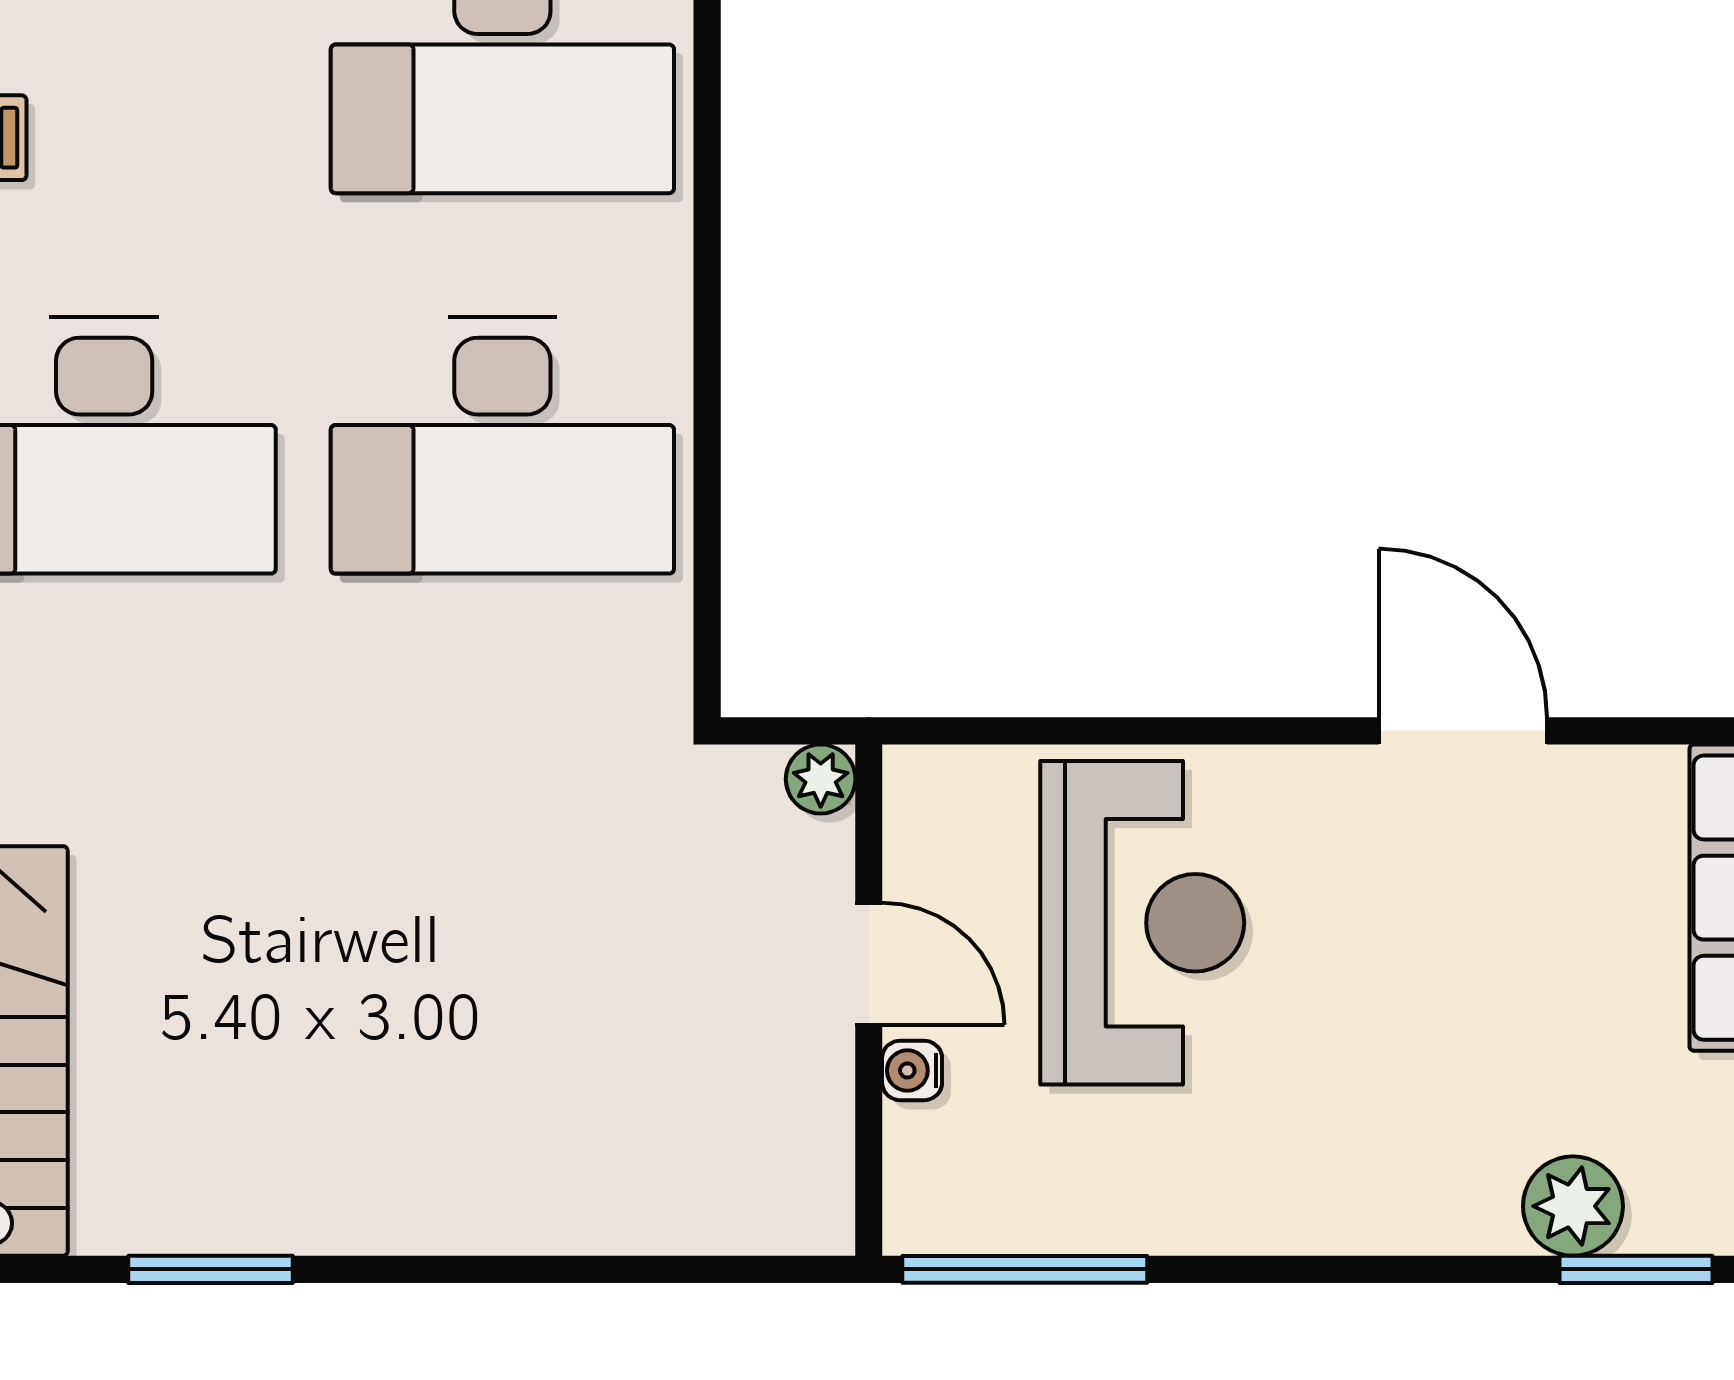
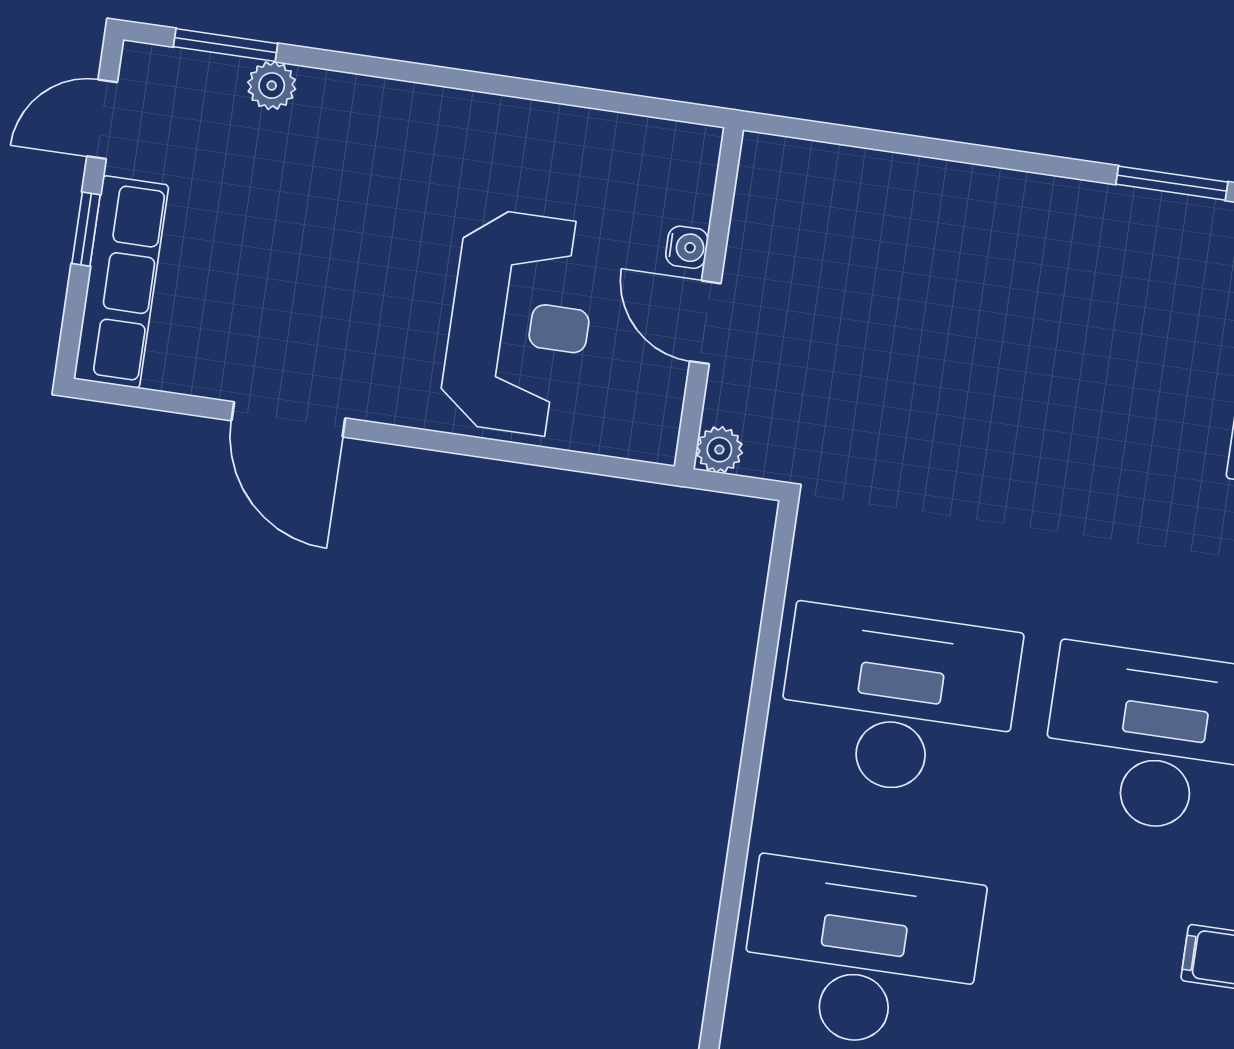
reception desk: (1142, 923) -> (520, 323), turned 180
plant: (1573, 1206) -> (272, 86), width x0.73, depth x0.73
window: (1025, 1269) -> (631, 104), removed

